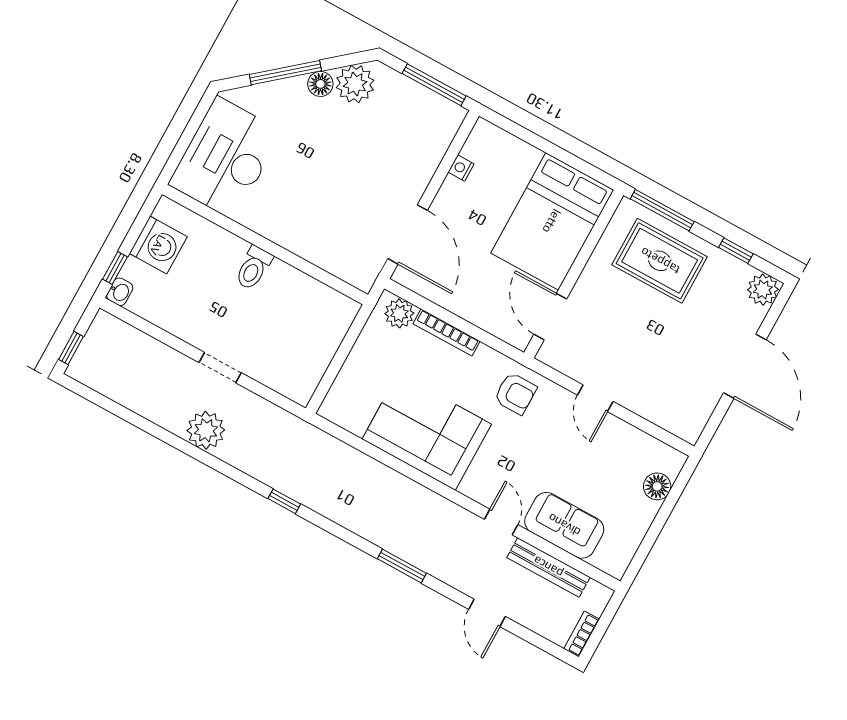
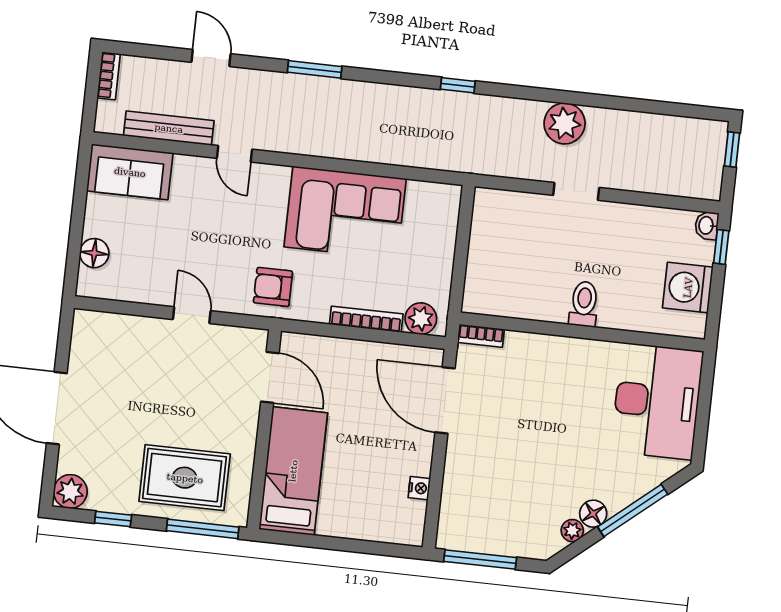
plant: (355, 84) -> (572, 531), width x0.53, depth x0.53
bed: (552, 221) -> (293, 471), width x0.67
bookcase: (354, 277) -> (481, 336), added
sofa: (564, 525) -> (130, 172), moved

